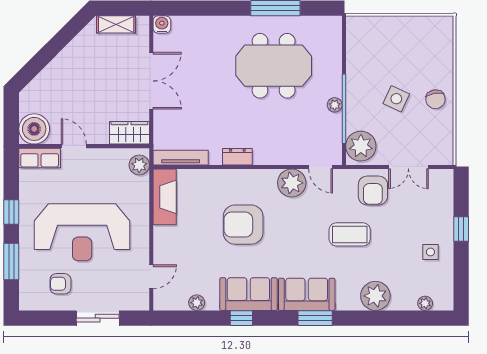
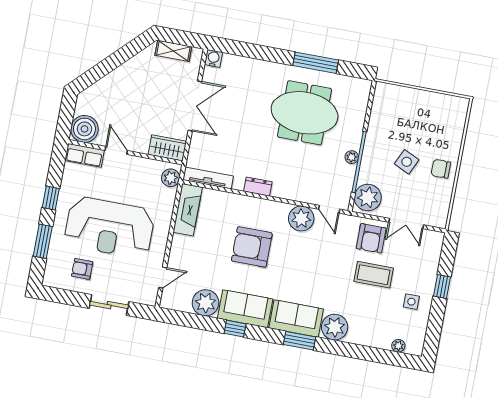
chair: (435, 99) -> (441, 169), turned 100
coffee table: (350, 234) -> (374, 275), moved
plant: (375, 296) -> (335, 327), moved
plant: (197, 303) -> (206, 303), width x1.87, depth x1.87

